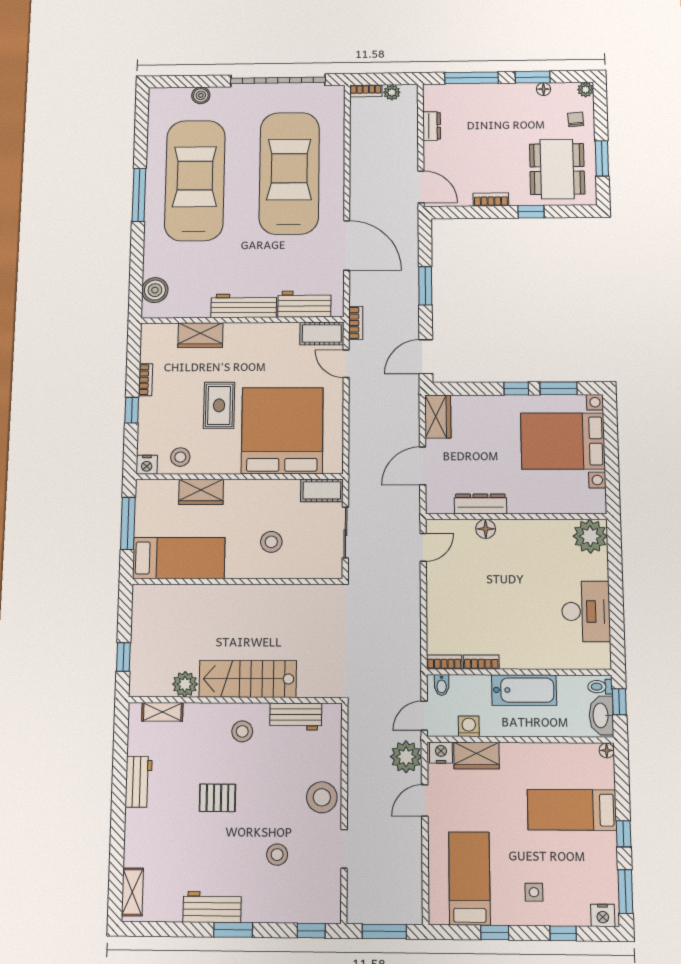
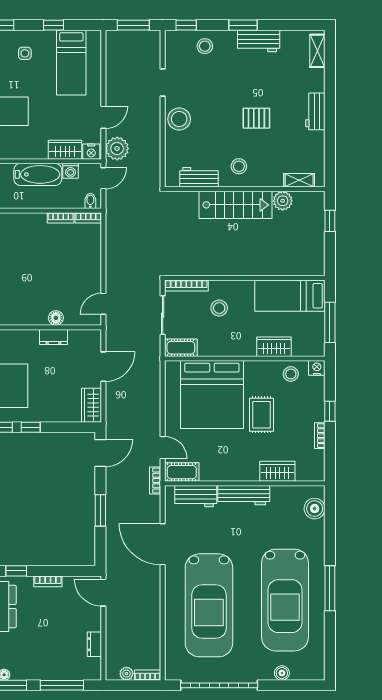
dresser: (480, 504) -> (53, 337), width x0.70
bookcase: (314, 571) -> (186, 286), added
bathtub: (524, 690) -> (38, 174), moved, turned 180
workbench: (139, 782) -> (315, 111), moved
stool: (277, 855) -> (205, 46), moved

